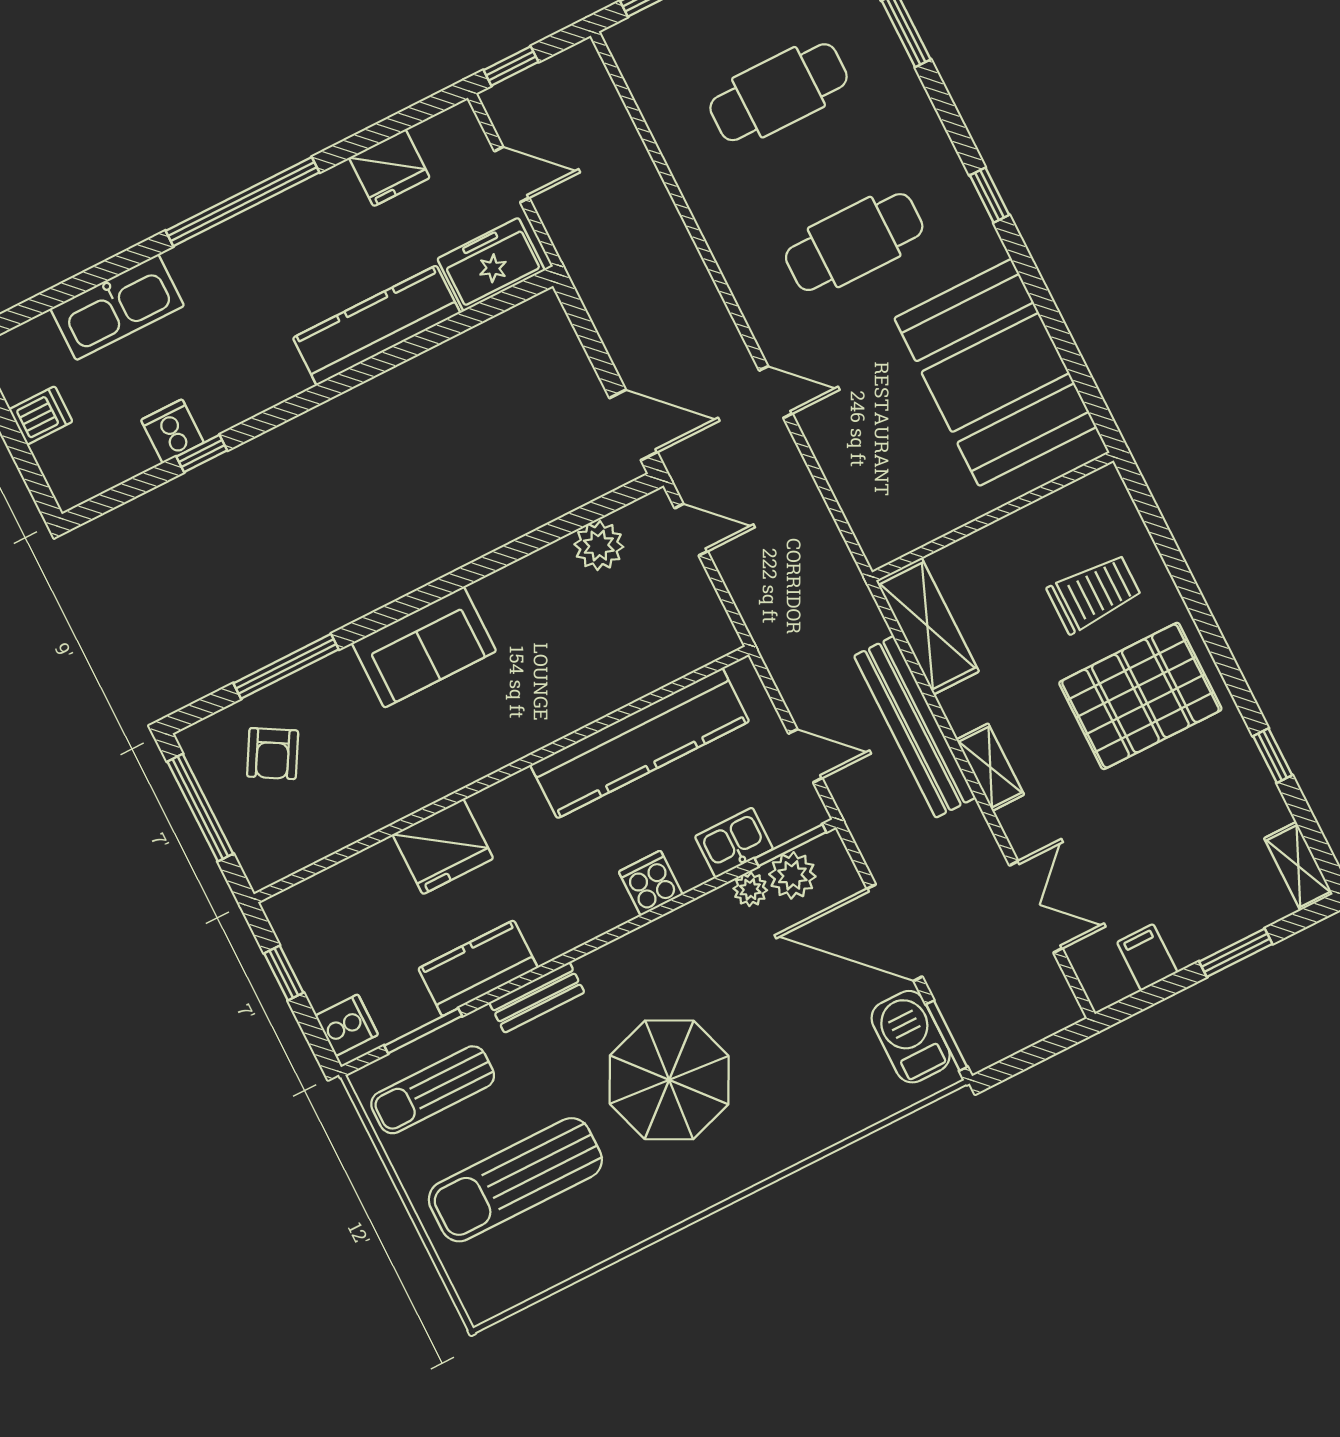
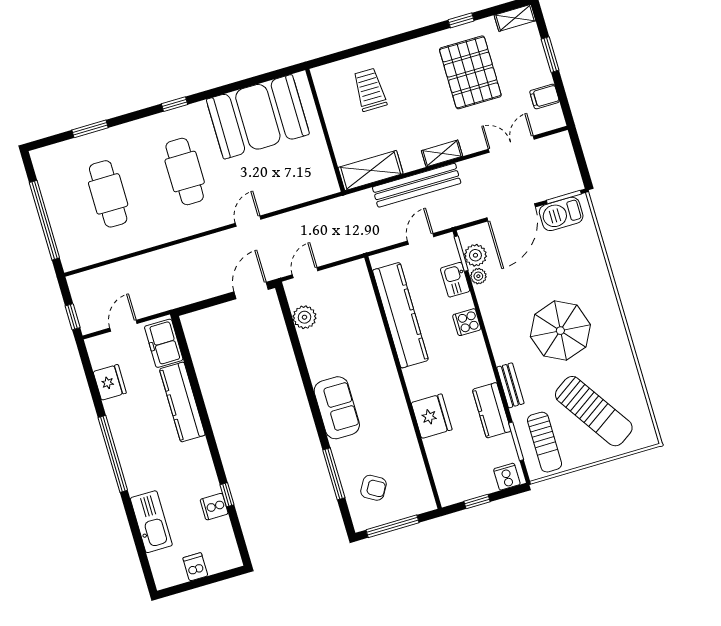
pallet: (1140, 696) -> (470, 72), moved
sun lounger: (515, 1180) -> (594, 411), turned -34

